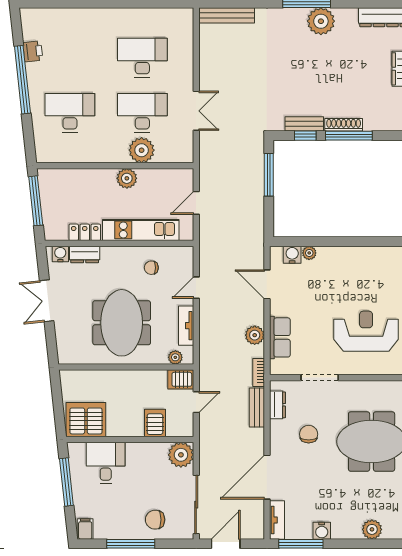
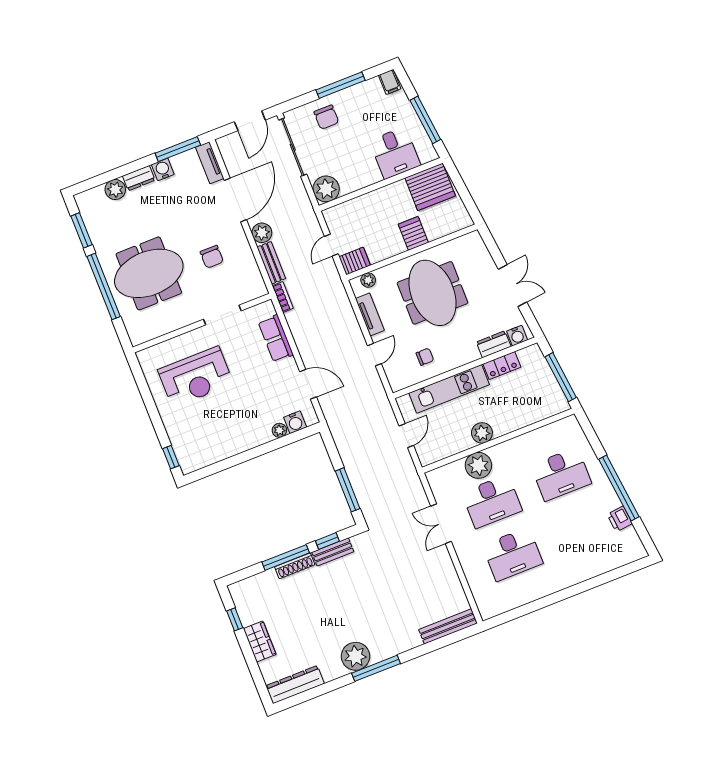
plant: (255, 335) -> (262, 233), moved
dresser: (277, 405) -> (139, 178), moved, turned -90
server rack: (155, 423) -> (413, 233), moved, turned 180
chair: (155, 520) -> (326, 117), turned 90

